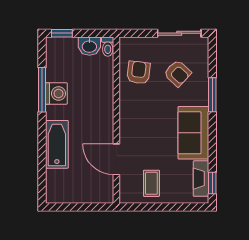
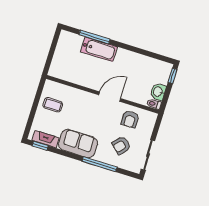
armchair: (139, 72) -> (130, 119), turned 83
window: (42, 90) -> (95, 37), moved
washing machine: (56, 94) -> (133, 60), removed
window: (212, 95) -> (100, 164), width x1.44
door: (116, 159) -> (110, 97), moved

